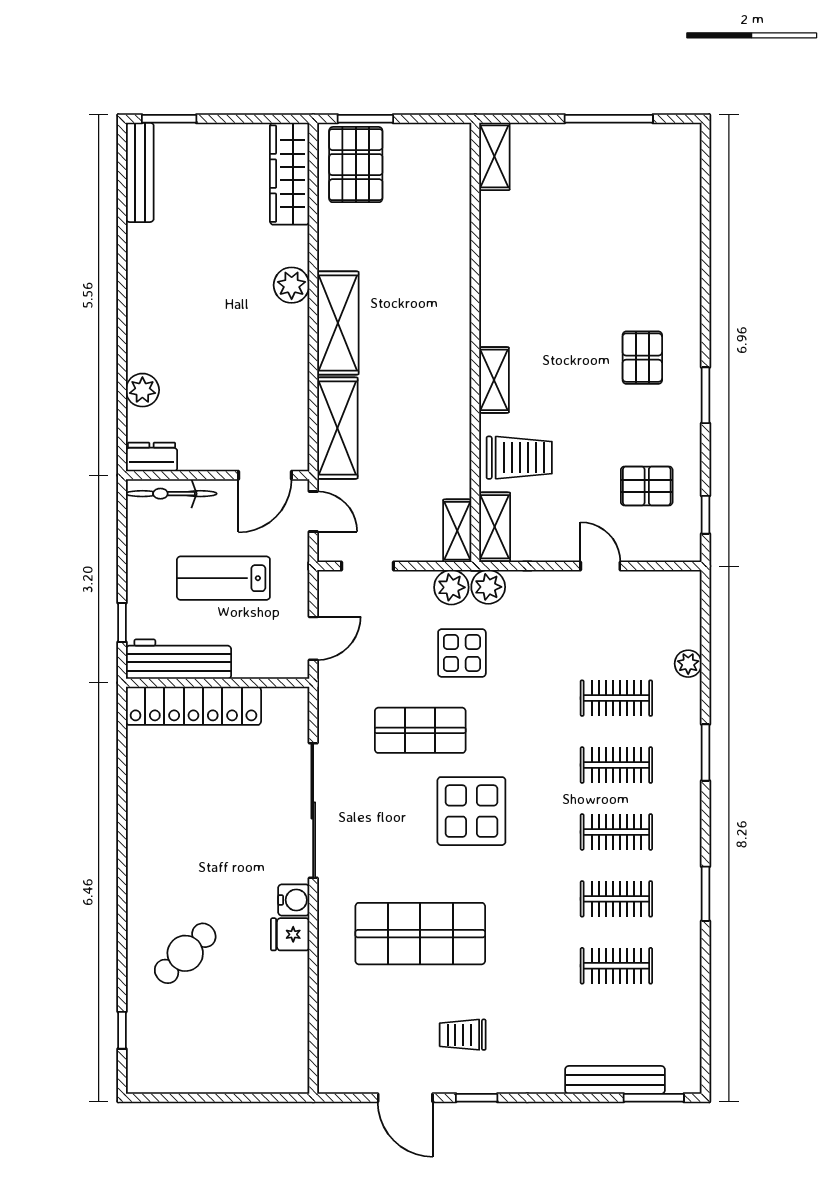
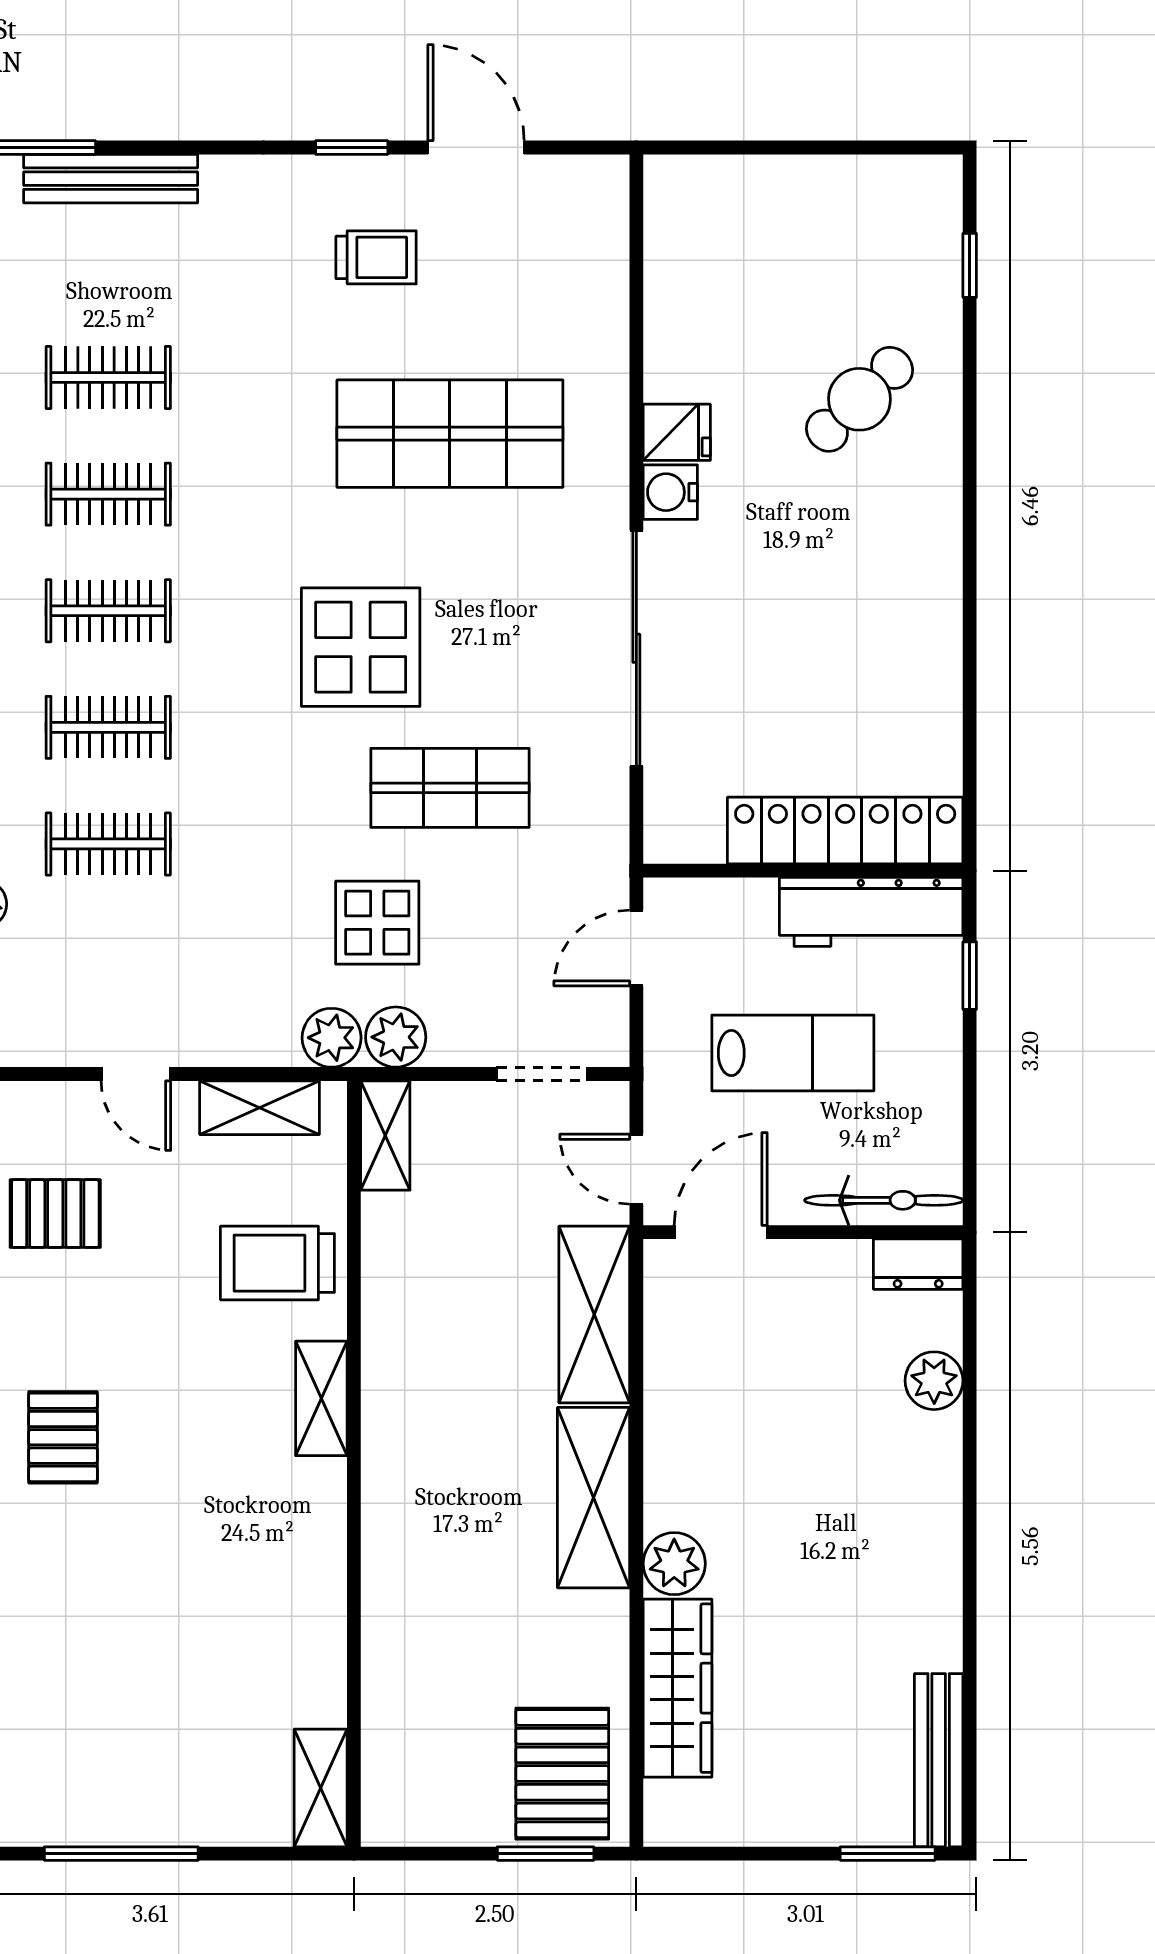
wardrobe: (290, 174) -> (678, 1688), moved
shelving: (495, 527) -> (260, 1108), moved, turned 90

